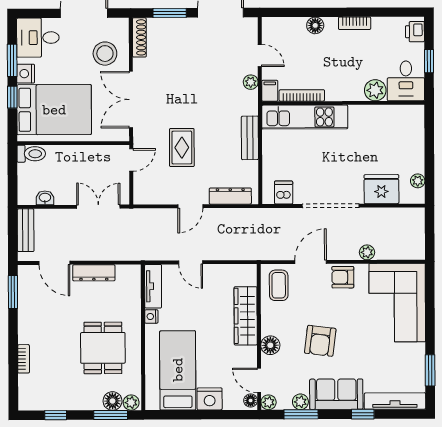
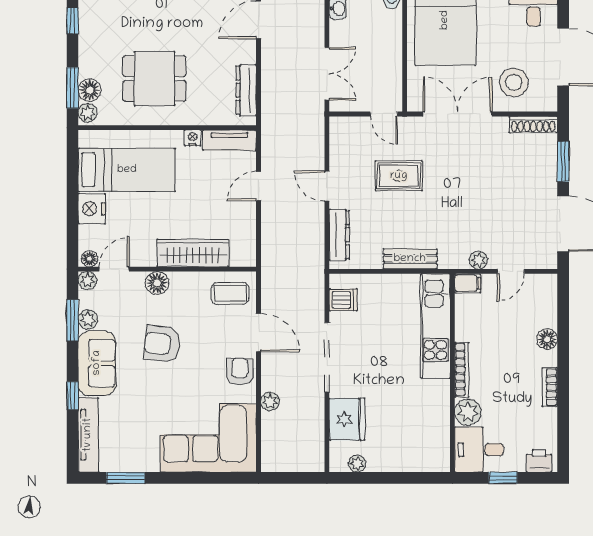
bookcase: (302, 95) -> (462, 370), moved
dresser: (94, 273) -> (246, 90), moved

